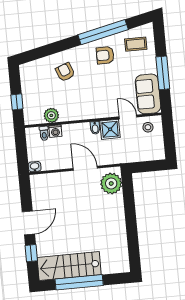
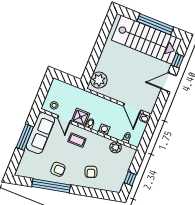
coffee table: (136, 44) -> (77, 140), moved
sofa: (148, 94) -> (40, 133), width x1.36
window: (17, 102) -> (130, 179), moved
washing machine: (55, 131) -> (104, 129), moved
door: (85, 168) -> (132, 108), moved
stairs: (69, 266) -> (147, 40), width x1.36, depth x1.51

